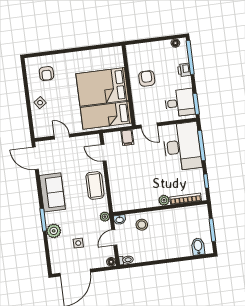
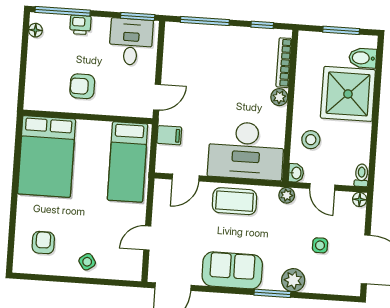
armchair: (46, 74) -> (43, 243), turned -90
bed: (102, 87) -> (47, 156), moved
desk: (182, 147) -> (246, 151), moved, turned 180
shower: (174, 242) -> (348, 94), added

